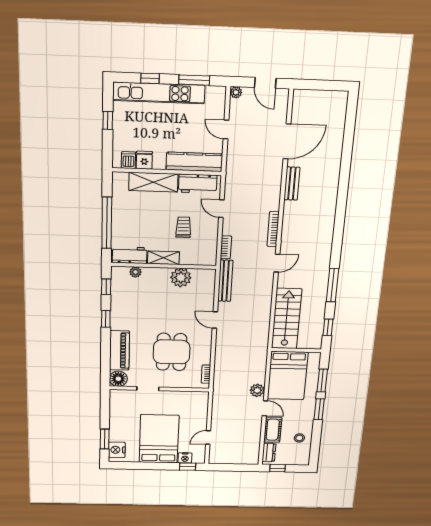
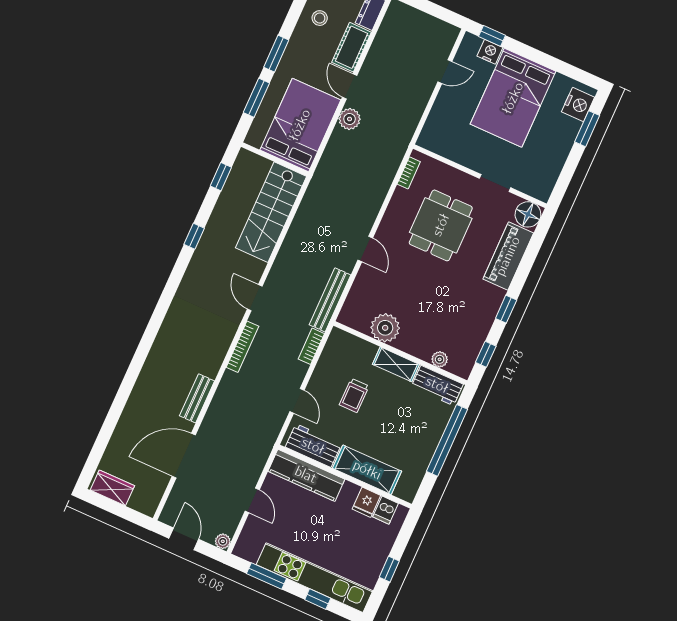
wardrobe: (331, 99) -> (112, 488), added
door: (277, 263) -> (255, 298), hinge flipped
window: (333, 285) -> (194, 236), width x0.46

